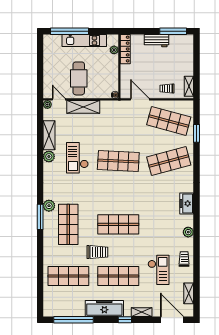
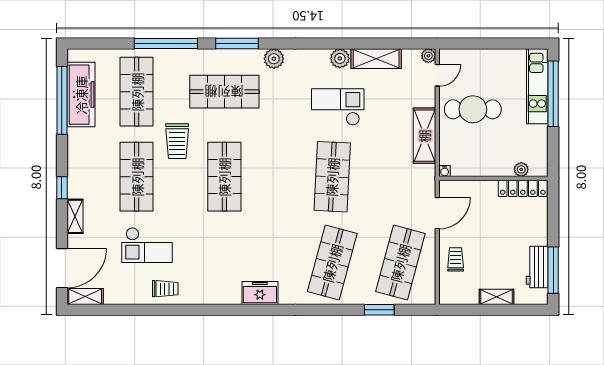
kitchen unit: (84, 40) -> (537, 86), moved
workbench: (157, 41) -> (537, 267), moved
shelving: (189, 86) -> (496, 297), moved
shelving: (83, 107) -> (424, 136), moved
shop shelf: (169, 161) -> (332, 263), turned 30
plant: (49, 206) -> (274, 59), moved
plant: (188, 232) -> (211, 296), removed
window: (40, 259) -> (166, 44), added
shelving: (189, 293) -> (85, 297), moved
freezer: (104, 309) -> (81, 95), moved

